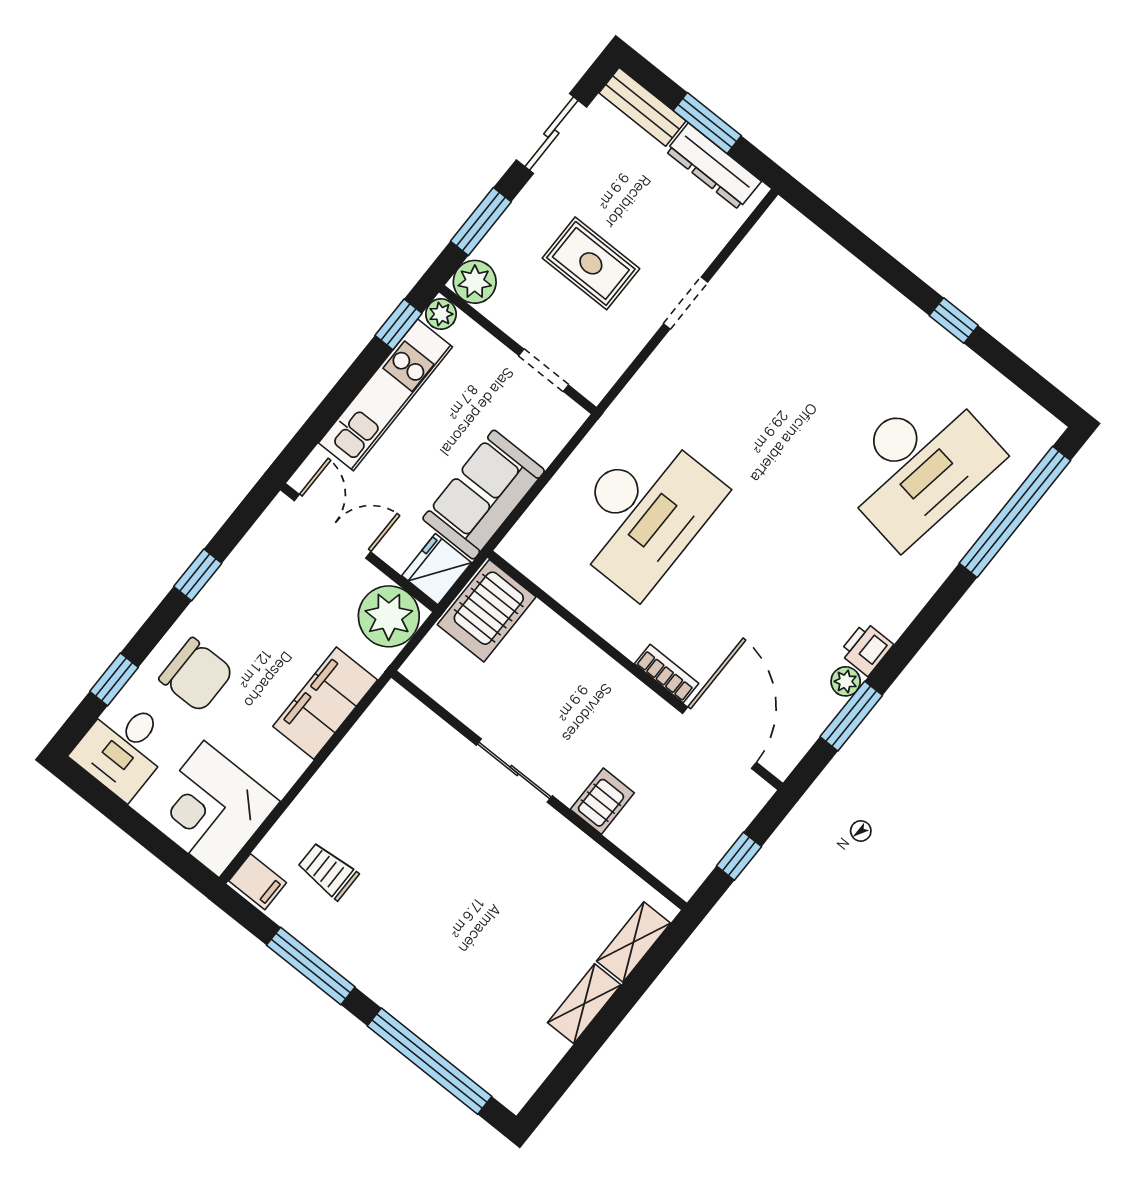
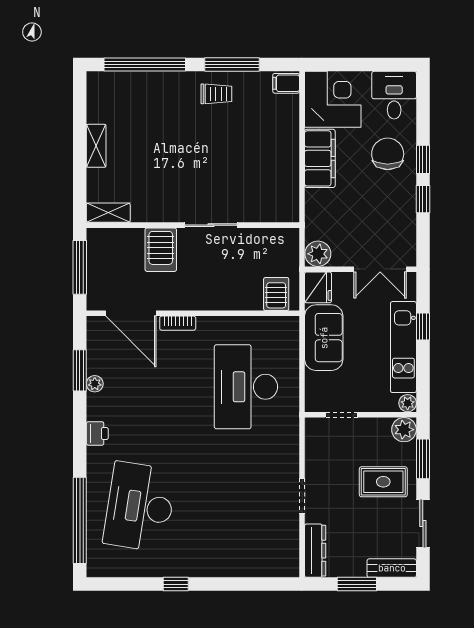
dresser: (714, 166) -> (315, 551), moved, turned 90
rug: (591, 263) -> (383, 482), moved
window: (398, 324) -> (423, 327), moved
server rack: (487, 611) -> (276, 294), width x0.73, depth x0.70
plant: (389, 616) -> (318, 254), width x0.73, depth x0.73
printer: (866, 649) -> (97, 433), moved
chair: (196, 675) -> (388, 154), turned 90
window: (114, 679) -> (423, 159), moved
filing cabinet: (325, 703) -> (320, 158), moved
server rack: (602, 801) -> (161, 250), width x1.36, depth x1.44
window: (739, 856) -> (80, 267), width x2.17
trolley: (328, 871) -> (216, 94), moved
shelving: (633, 942) -> (108, 213), moved, turned 90

